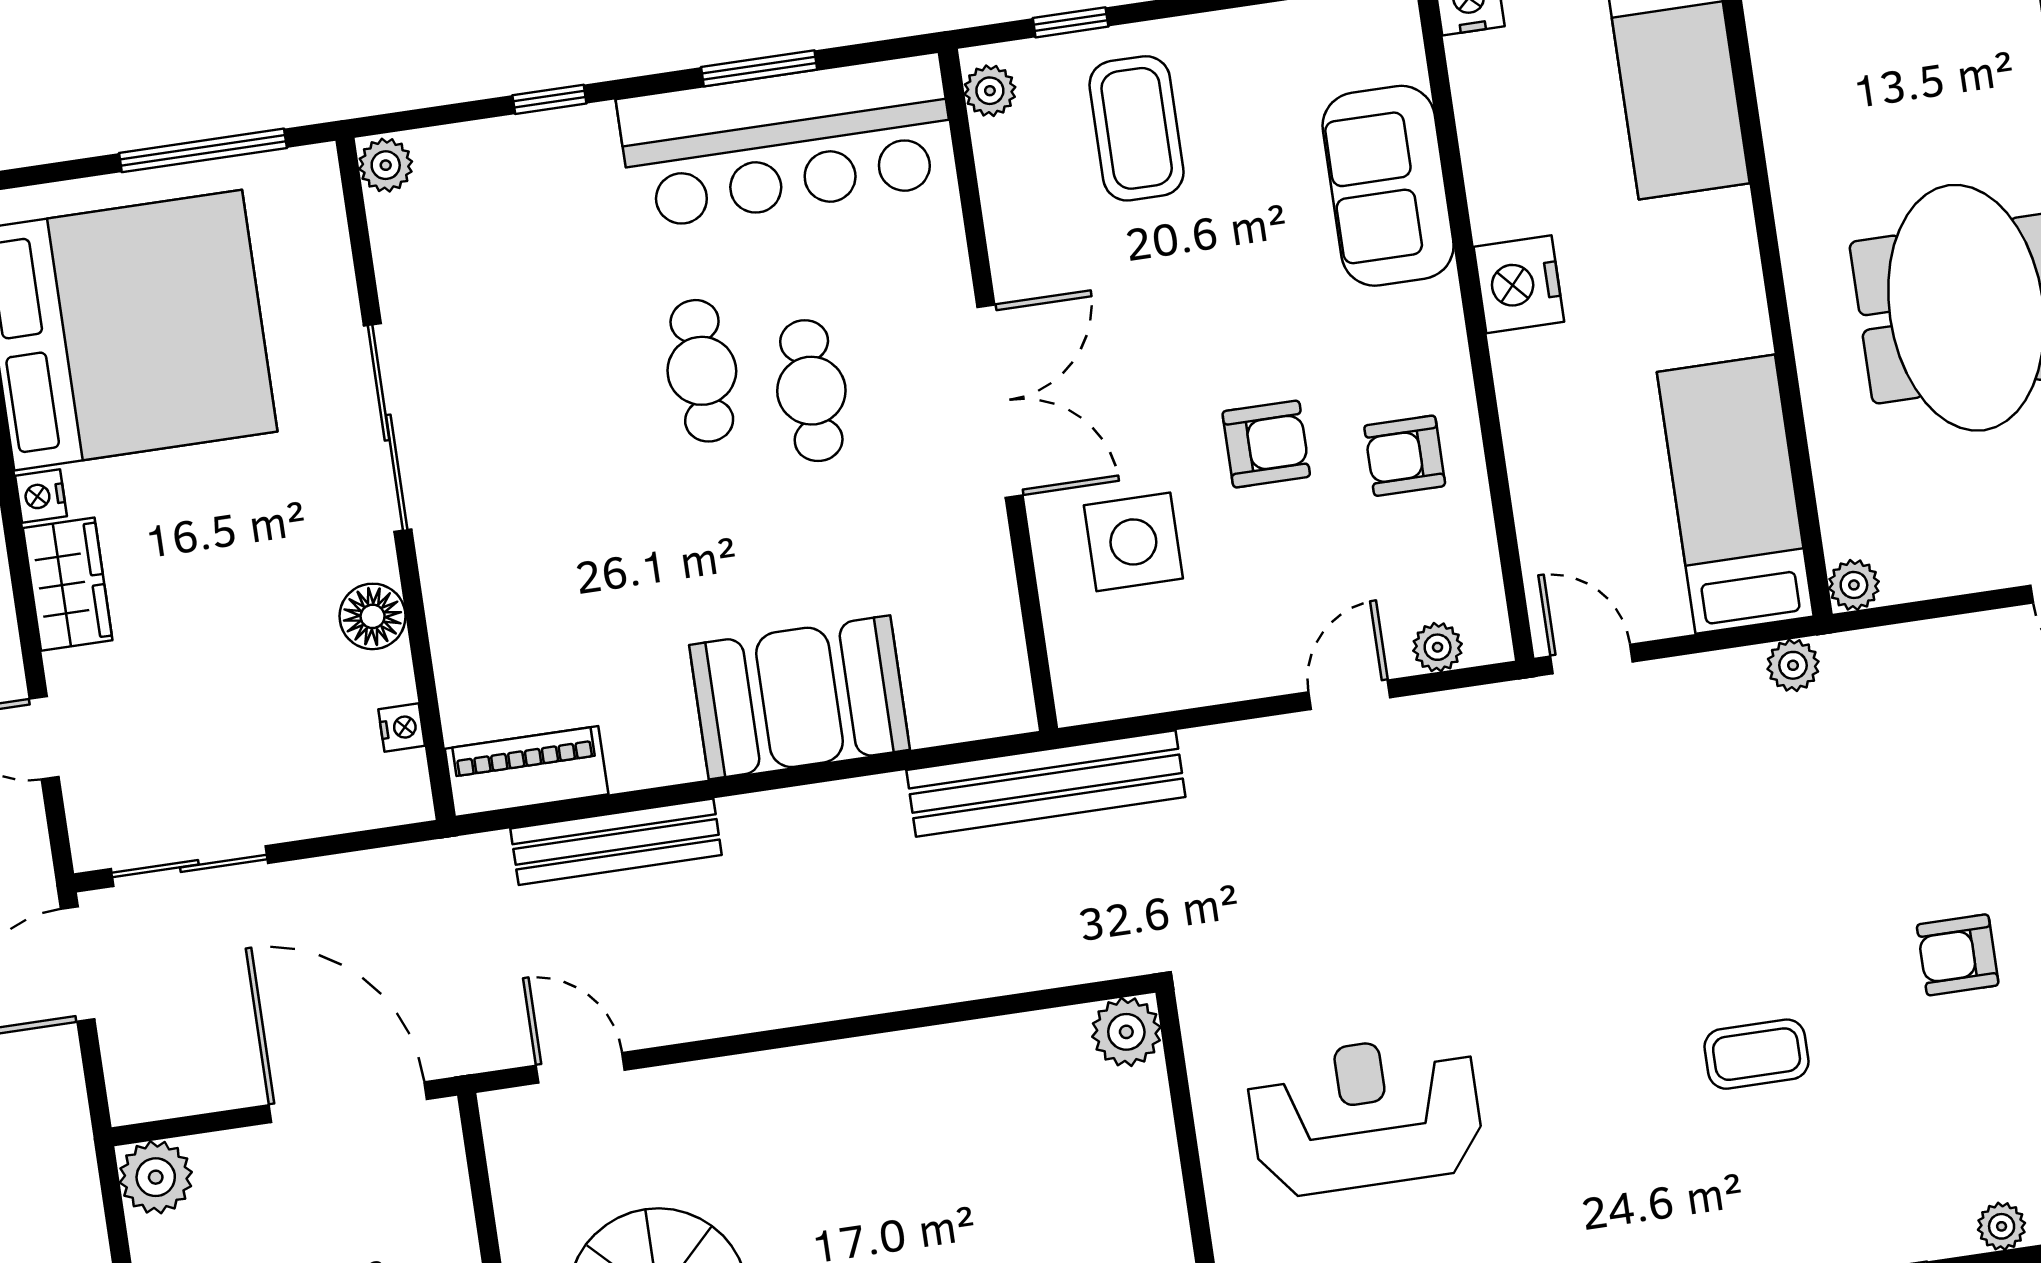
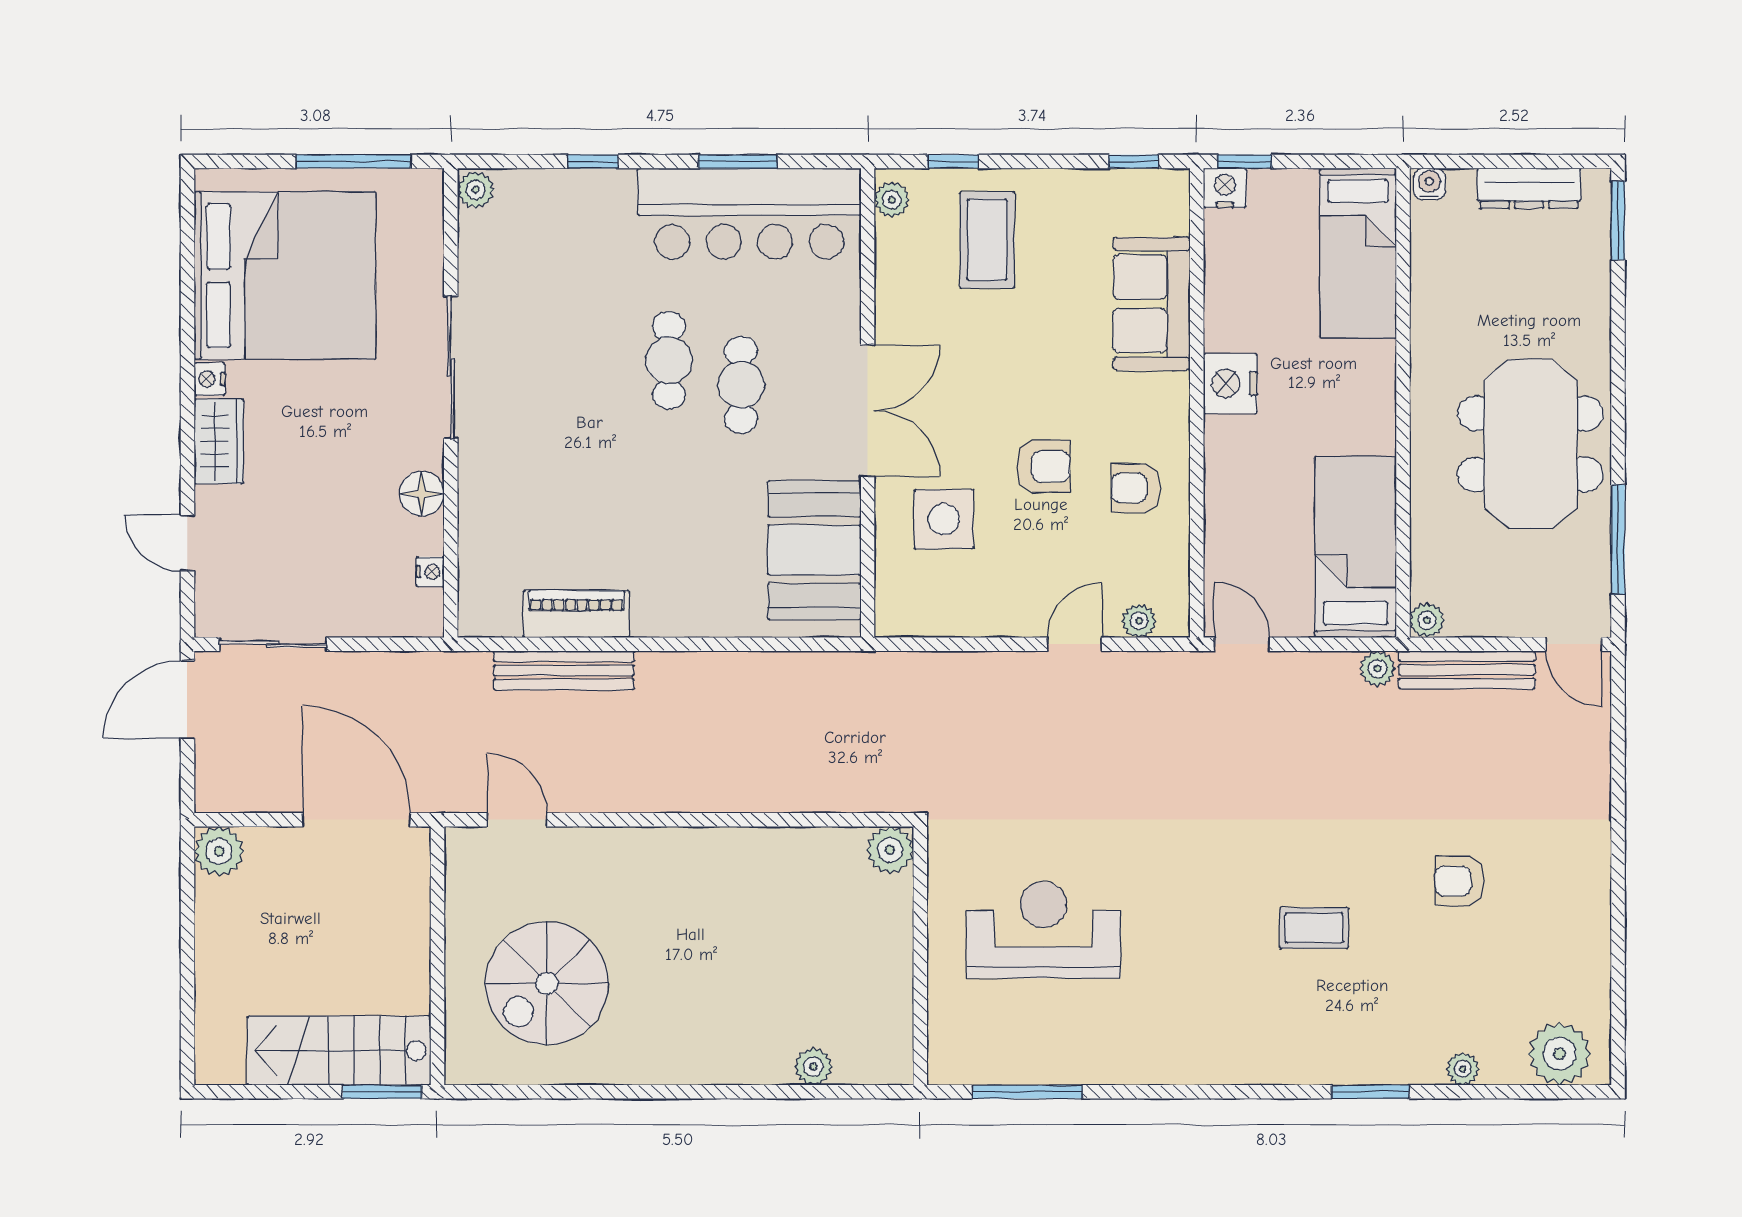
booth: (800, 697) -> (814, 550), moved, turned 90
piano: (527, 772) -> (576, 614), moved
bench: (1046, 784) -> (1467, 670), moved, width x0.73, depth x0.82

